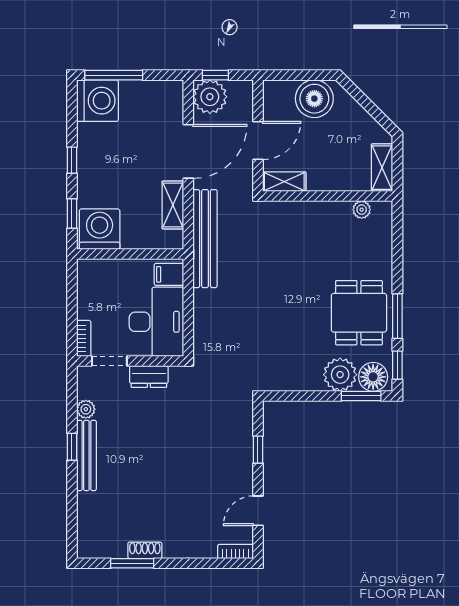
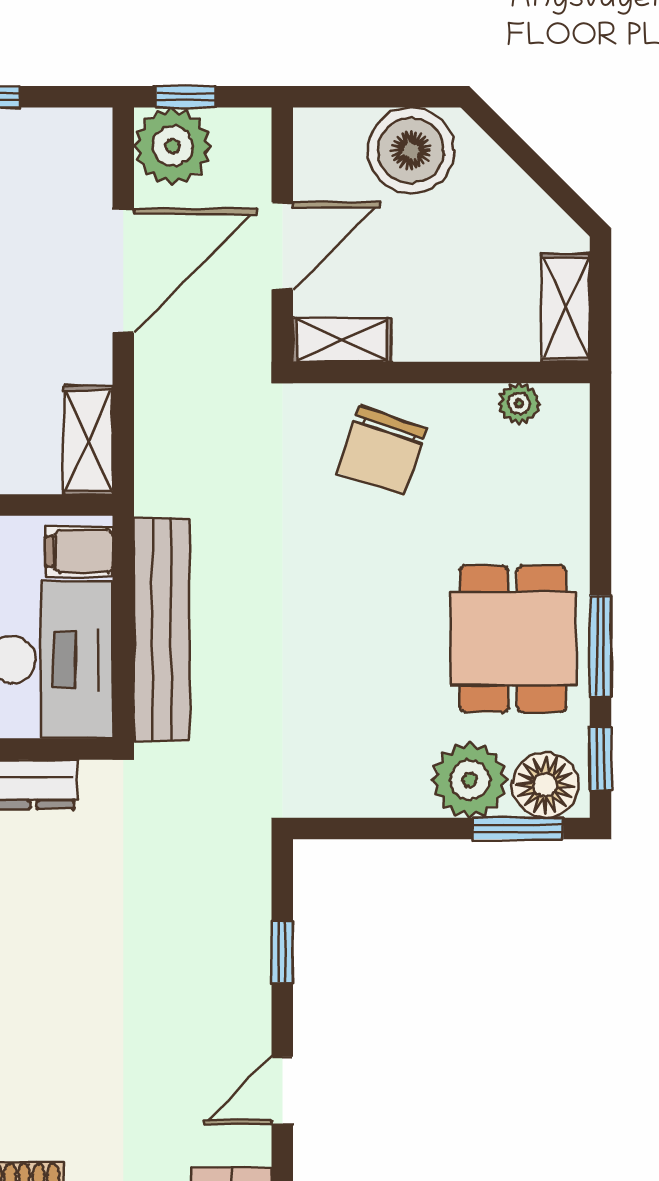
shelving: (173, 205) -> (88, 440), moved
chair: (302, 230) -> (382, 450), added
bench: (205, 239) -> (162, 630), moved

